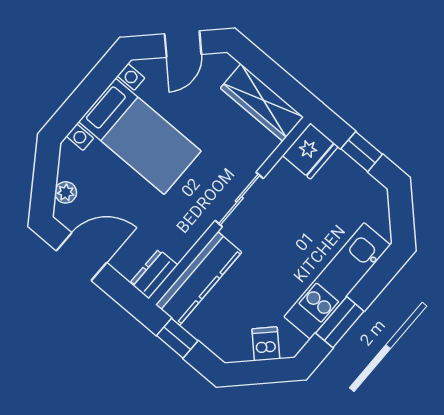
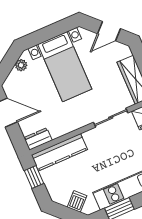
plant: (66, 192) -> (21, 65), moved
sliding door: (239, 199) -> (111, 118), moved

